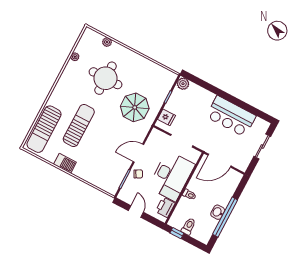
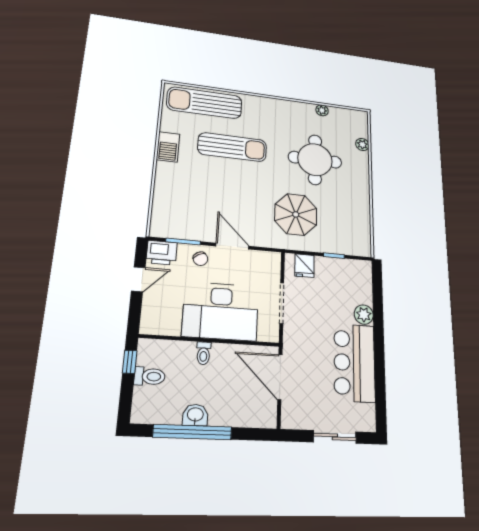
plant: (183, 84) -> (364, 315), moved
printer: (165, 207) -> (162, 253), moved, turned 180

